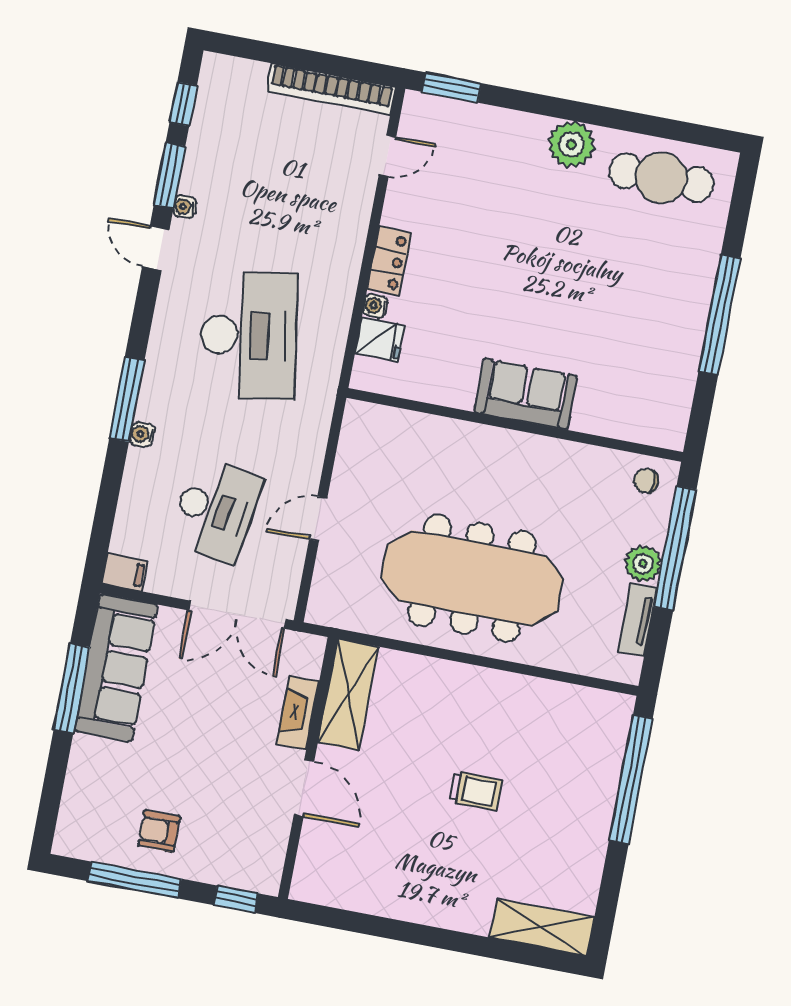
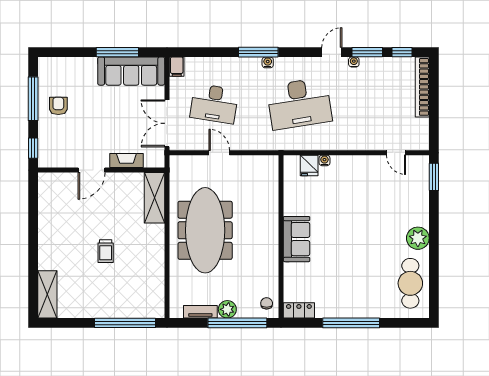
bookcase: (331, 89) -> (422, 87), moved
locker: (389, 261) -> (299, 310), moved, turned 180
water cooler: (142, 434) -> (268, 62), moved
shelving: (348, 695) -> (154, 198), moved, turned 90

